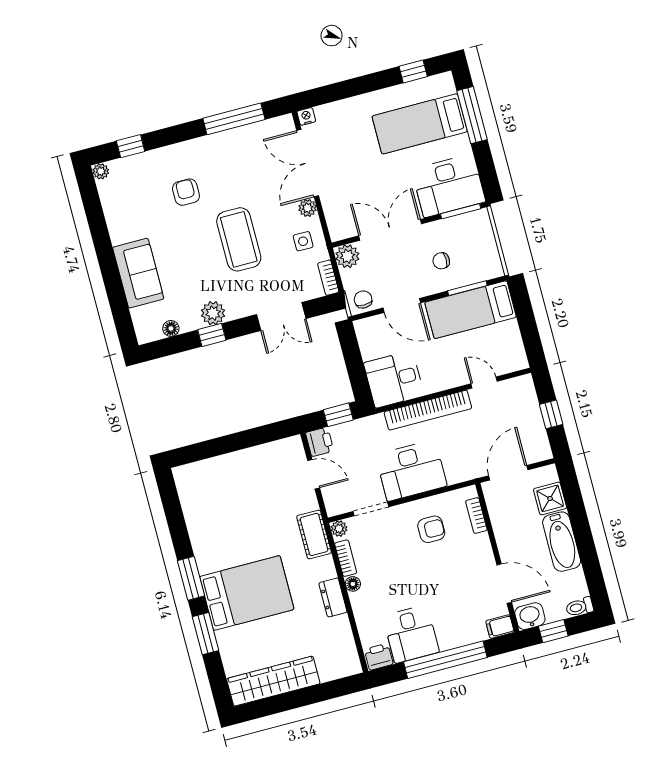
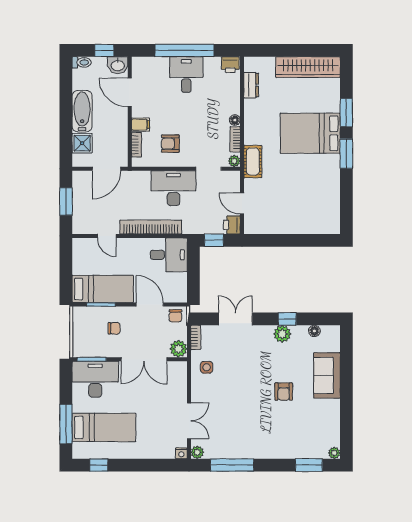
window: (131, 146) -> (309, 465), width x1.50
double door: (308, 163) -> (189, 421), width x0.73
armchair: (186, 192) -> (284, 392), moved
plant: (308, 208) -> (197, 452), moved
coffee table: (239, 239) -> (251, 380), removed
window: (551, 414) -> (66, 201), width x1.50
dresser: (333, 597) -> (251, 85), moved
filing cabinet: (500, 627) -> (140, 125), moved
desk: (411, 634) -> (186, 75), moved

